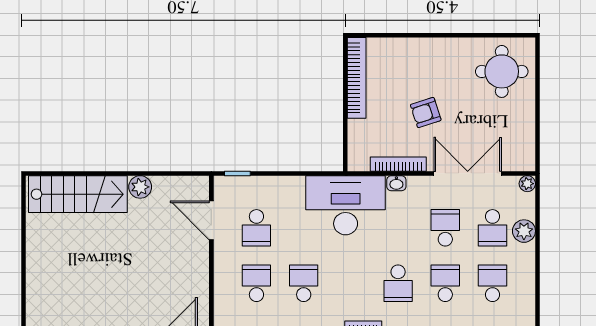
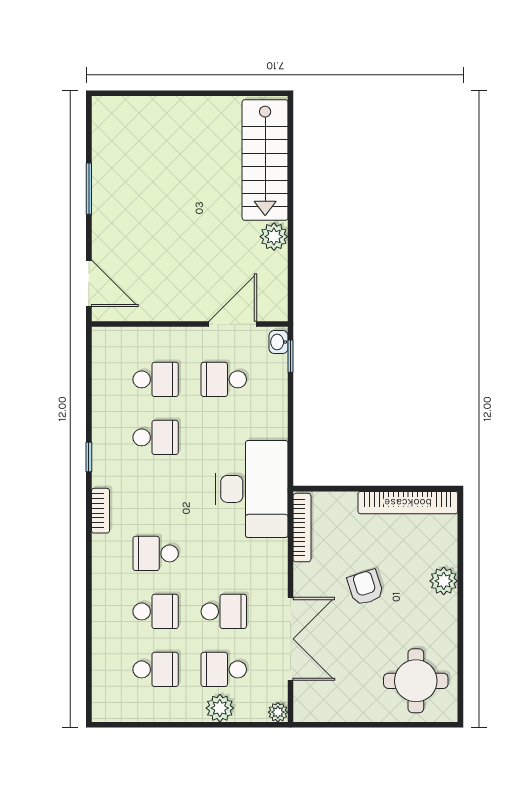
plant: (420, 49) -> (444, 581), added
bookcase: (398, 164) -> (302, 528), moved
washbasin: (396, 183) -> (278, 342), moved

